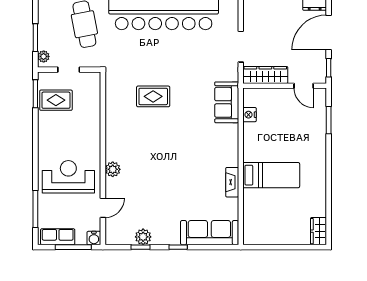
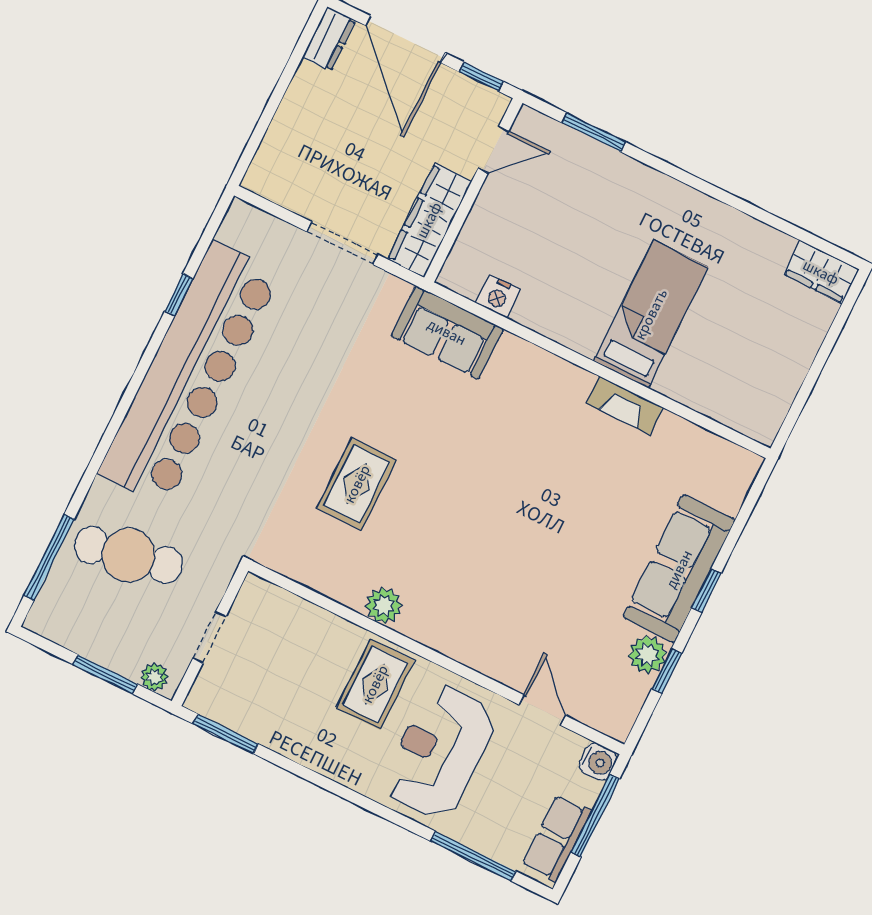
rug: (56, 100) -> (375, 684), moved
plant: (113, 169) -> (384, 606), moved
sofa: (209, 233) -> (679, 569), moved

